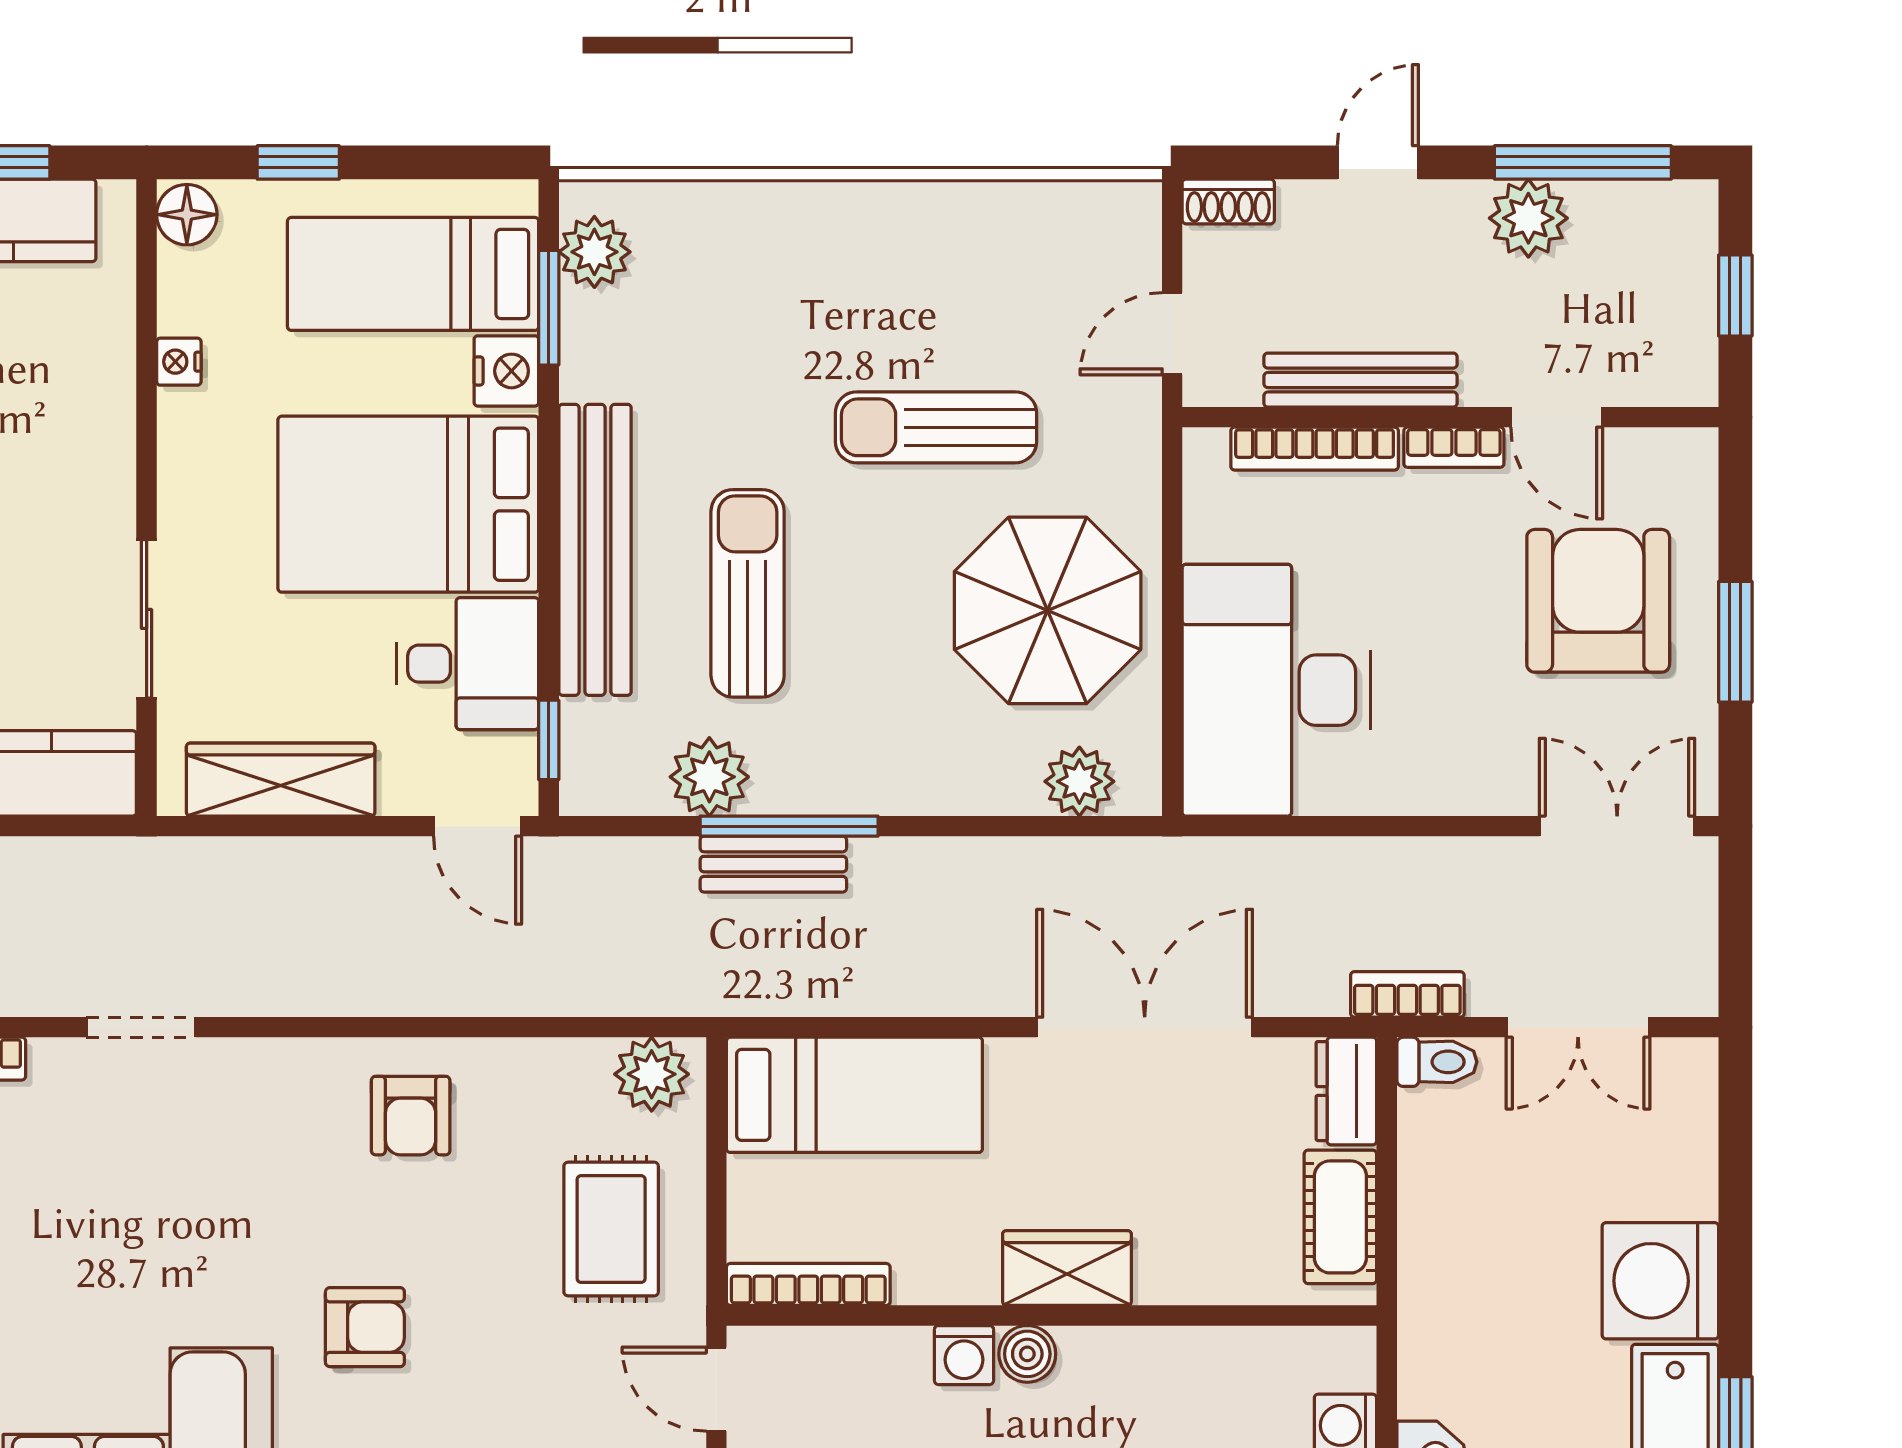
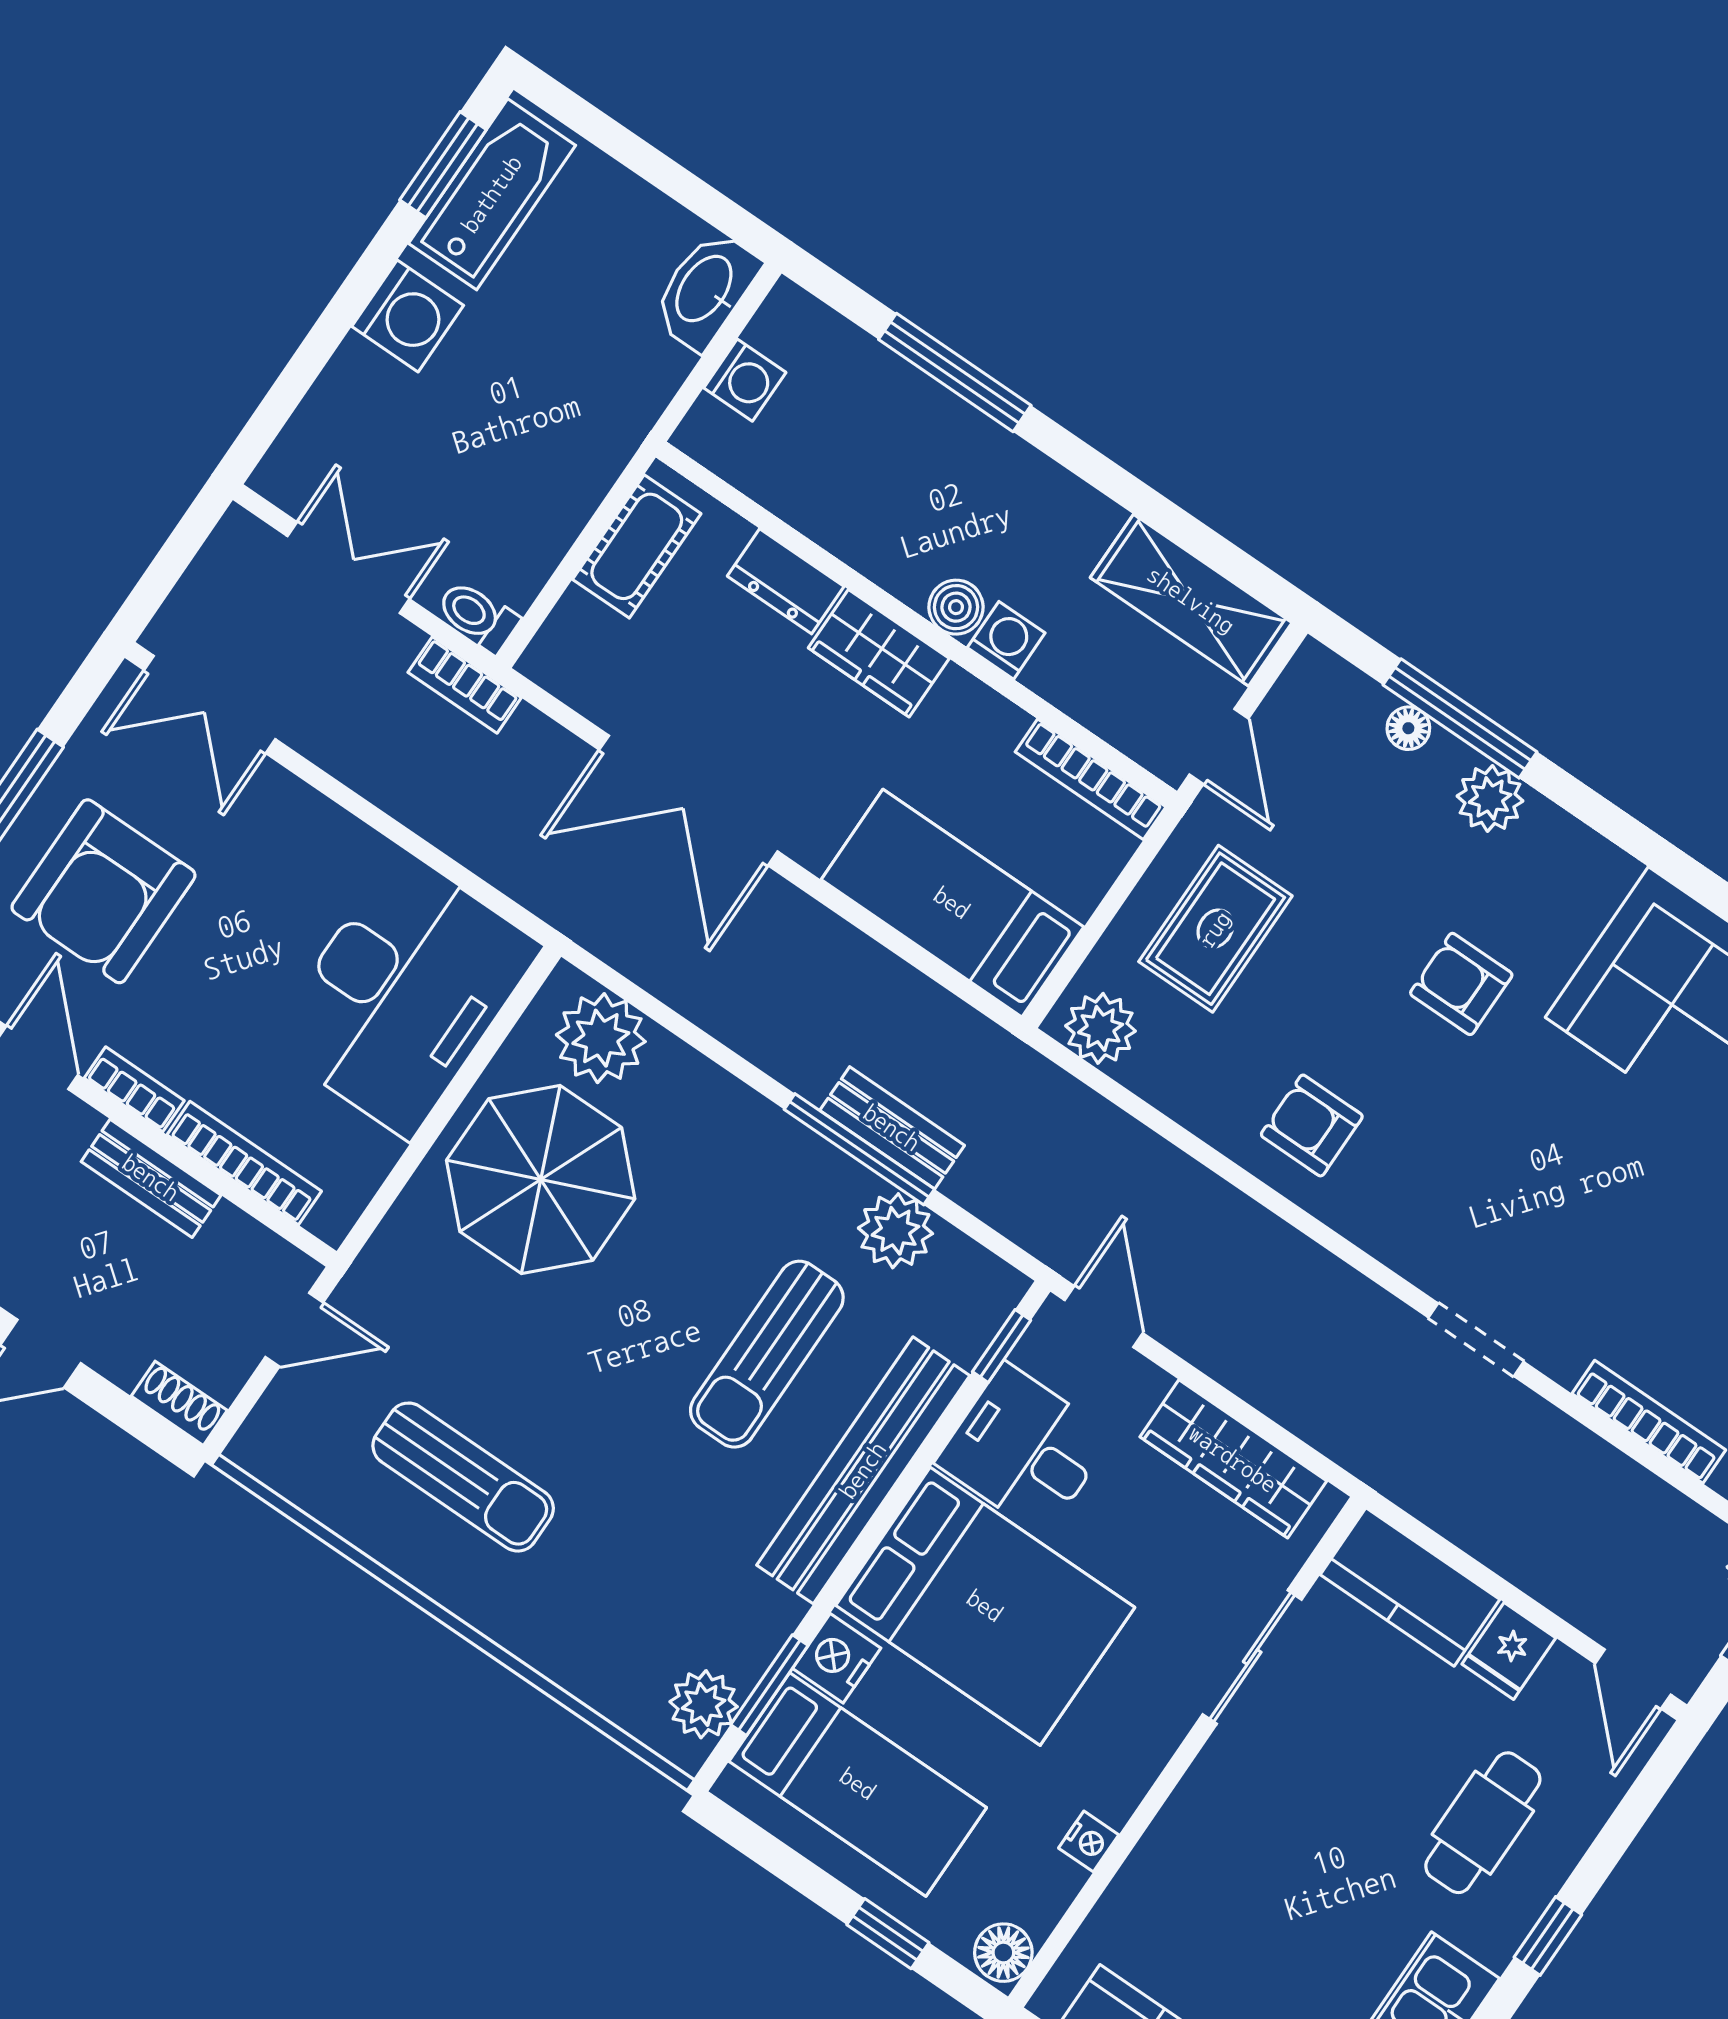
bench: (1361, 380) -> (151, 1178), width x0.73
sun lounger: (936, 427) -> (463, 1477), moved
plant: (1079, 781) -> (601, 1038), width x1.36, depth x1.36
dresser: (1346, 1091) -> (786, 581), moved, turned 90
armchair: (411, 1116) -> (1312, 1125), turned -90
washing machine: (1660, 1281) -> (408, 316), width x0.73, depth x0.73

